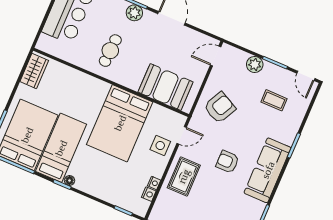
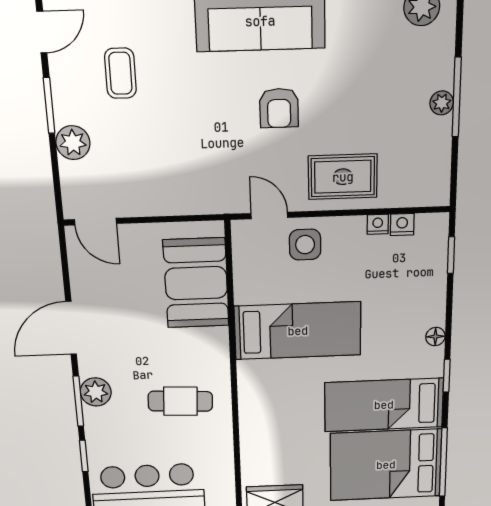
armchair: (220, 108) -> (185, 170), removed
bed: (120, 123) -> (298, 331), width x0.67
floor lamp: (70, 180) -> (435, 337), moved

